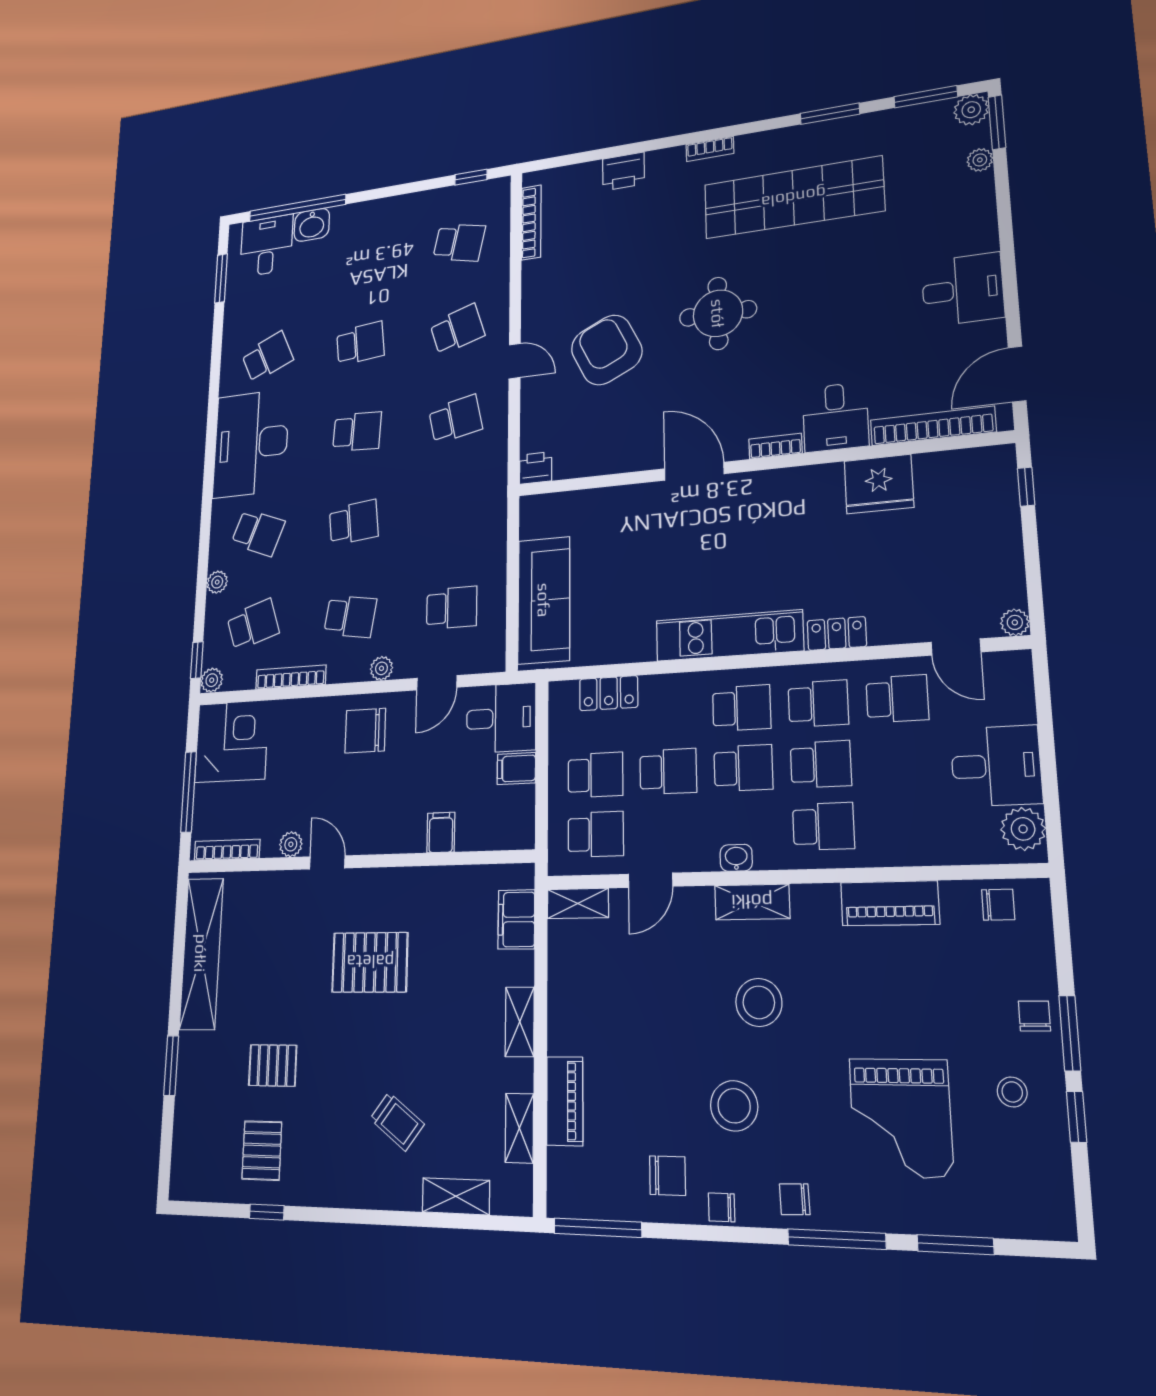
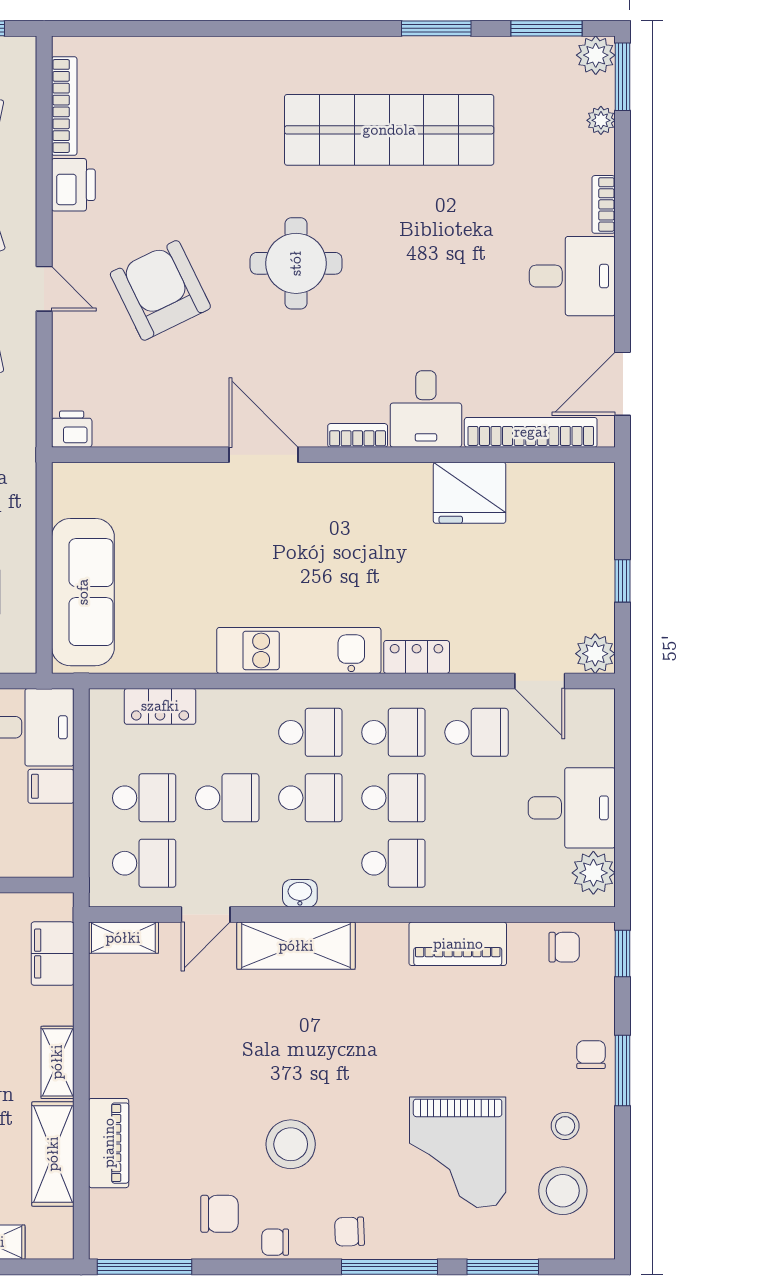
bookcase: (710, 149) -> (604, 204), moved, turned 90
printer: (623, 171) -> (73, 185), moved, turned -90
window: (1026, 487) -> (623, 581), moved
plant: (1015, 622) -> (595, 654), width x1.38, depth x1.38
shelving: (752, 902) -> (296, 946), width x1.50, depth x1.33
stool: (759, 1002) -> (563, 1191), moved
window: (1076, 1117) -> (623, 954), moved
shelving: (519, 1128) -> (53, 1154), width x1.50, depth x1.33

